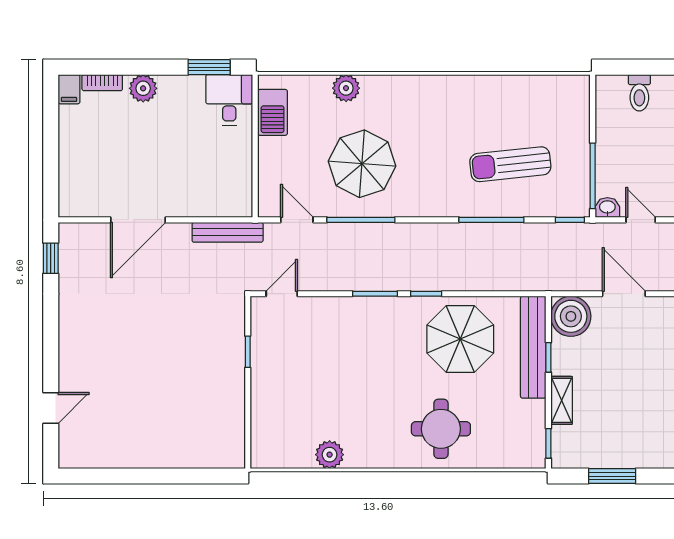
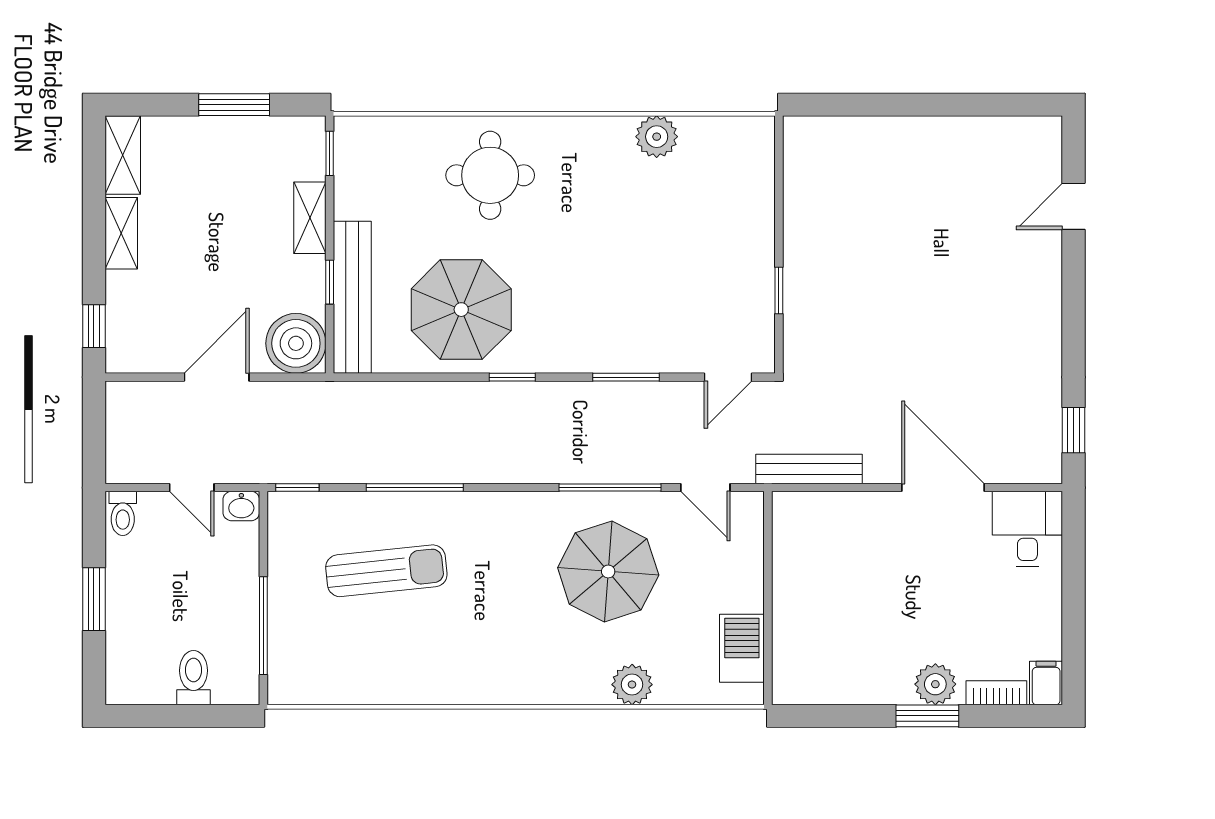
window: (209, 67) -> (927, 716), moved
desk: (229, 100) -> (1027, 529), moved, turned 180
window: (593, 176) -> (263, 626), moved
door: (138, 220) -> (943, 488), hinge flipped
window: (375, 294) -> (626, 377), moved
door: (624, 294) -> (217, 377), swing flipped

